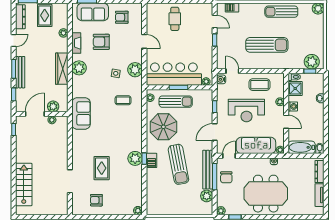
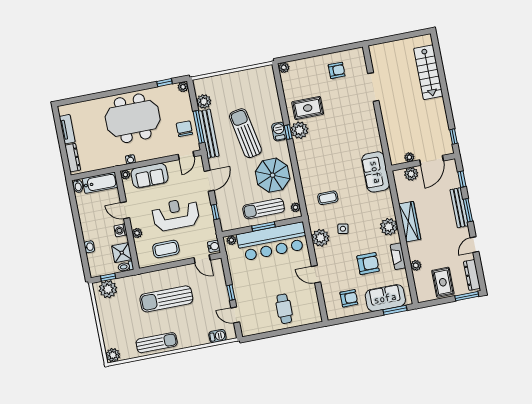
sofa: (256, 145) -> (150, 176), width x0.73
rug: (102, 168) -> (308, 108), moved, turned 90

